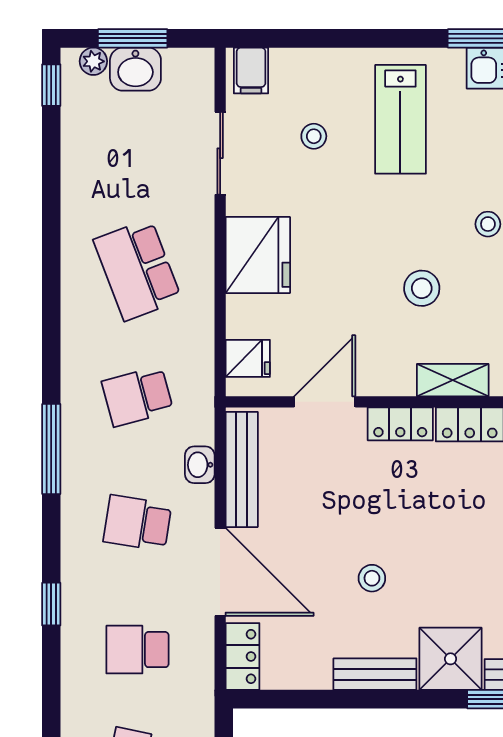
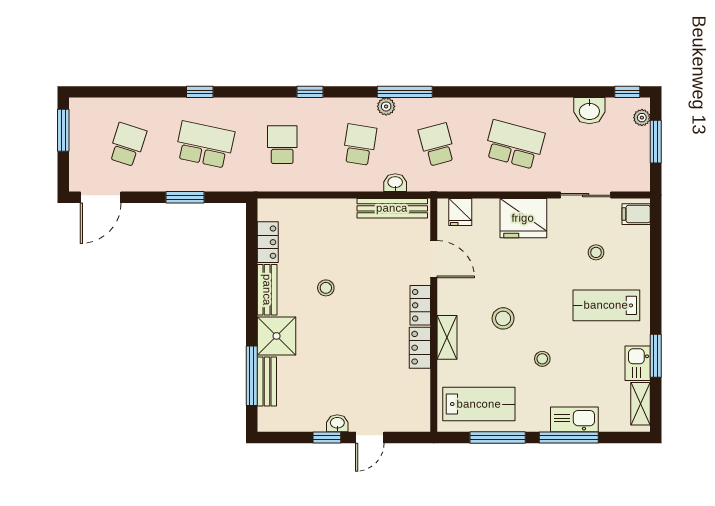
washbasin: (135, 69) -> (589, 111), moved, turned -90
school desk: (137, 270) -> (514, 145), turned 36
plant: (75, 480) -> (386, 106), added
door: (220, 572) -> (330, 195), removed
locker: (242, 656) -> (268, 242), moved, turned -90

